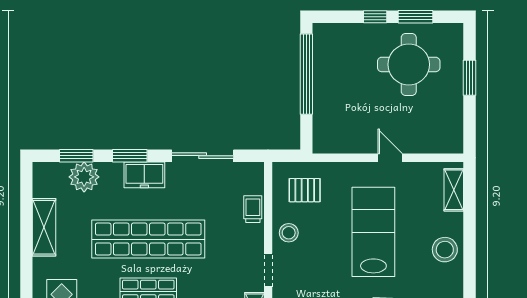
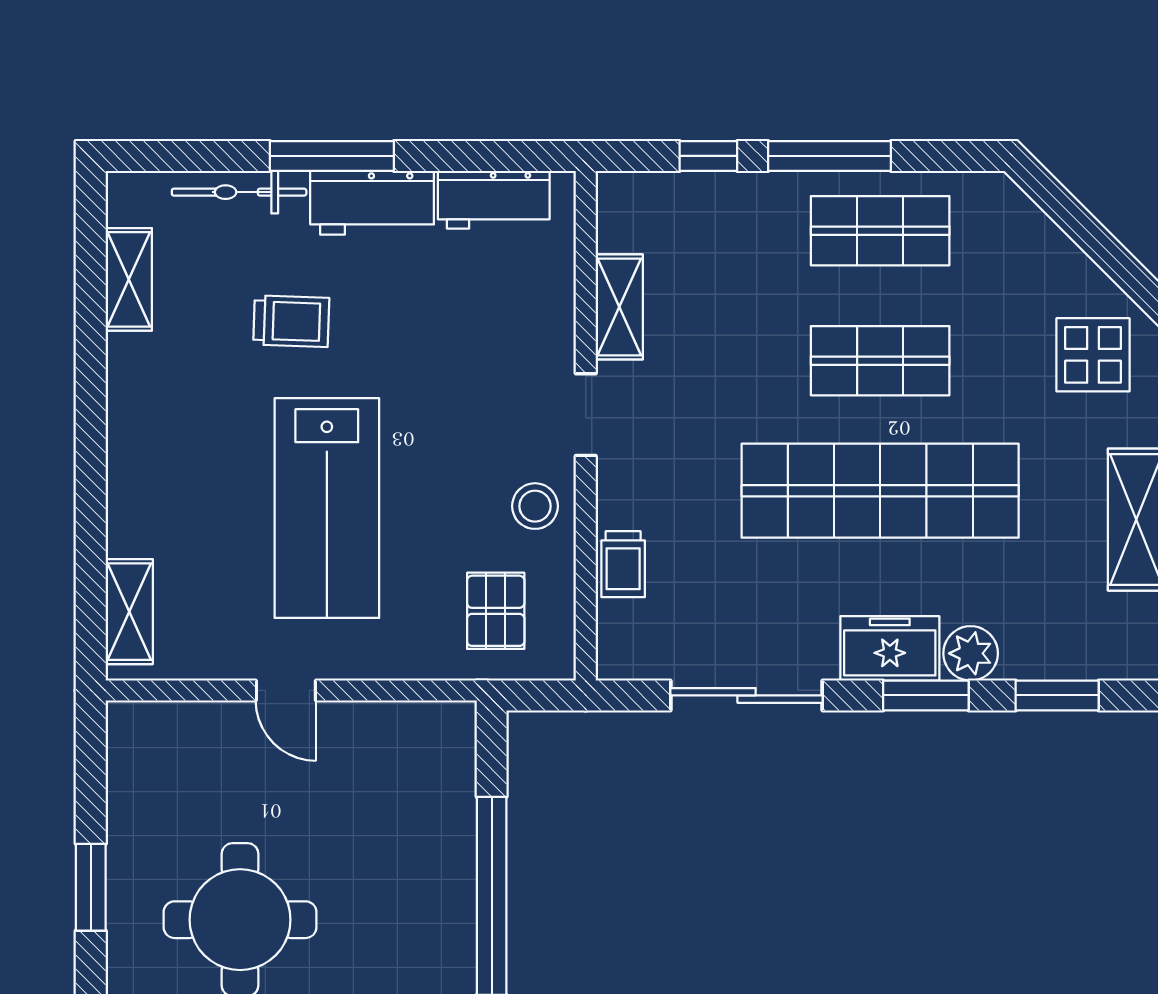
plant: (84, 177) -> (971, 653), moved, width x0.73, depth x0.73
pallet: (305, 190) -> (496, 611), turned 90
stool: (445, 250) -> (151, 465), removed

